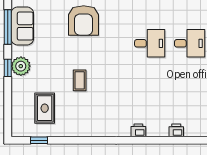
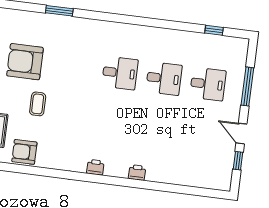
armchair: (84, 20) -> (25, 62), moved, turned 90
armchair: (73, 125) -> (24, 152), added

